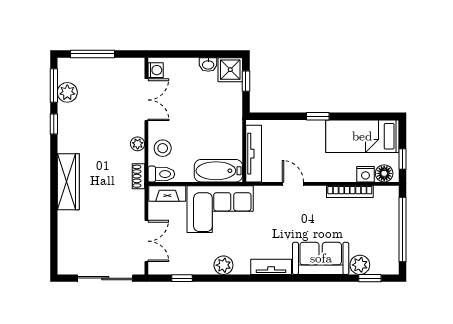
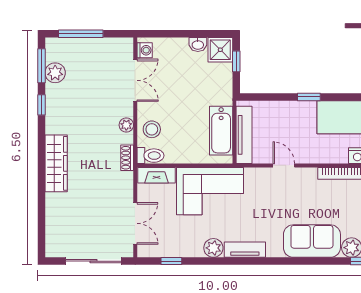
bathtub: (218, 171) -> (221, 131), moved, turned -90
tv unit: (271, 267) -> (245, 250), moved

